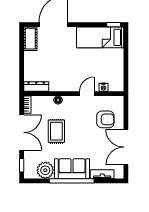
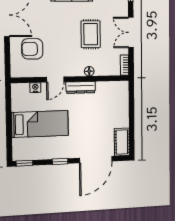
window: (84, 25) -> (60, 161), added
bed: (100, 37) -> (40, 124), moved
dresser: (36, 87) -> (81, 87), moved
double door: (22, 132) -> (131, 32), width x0.73

